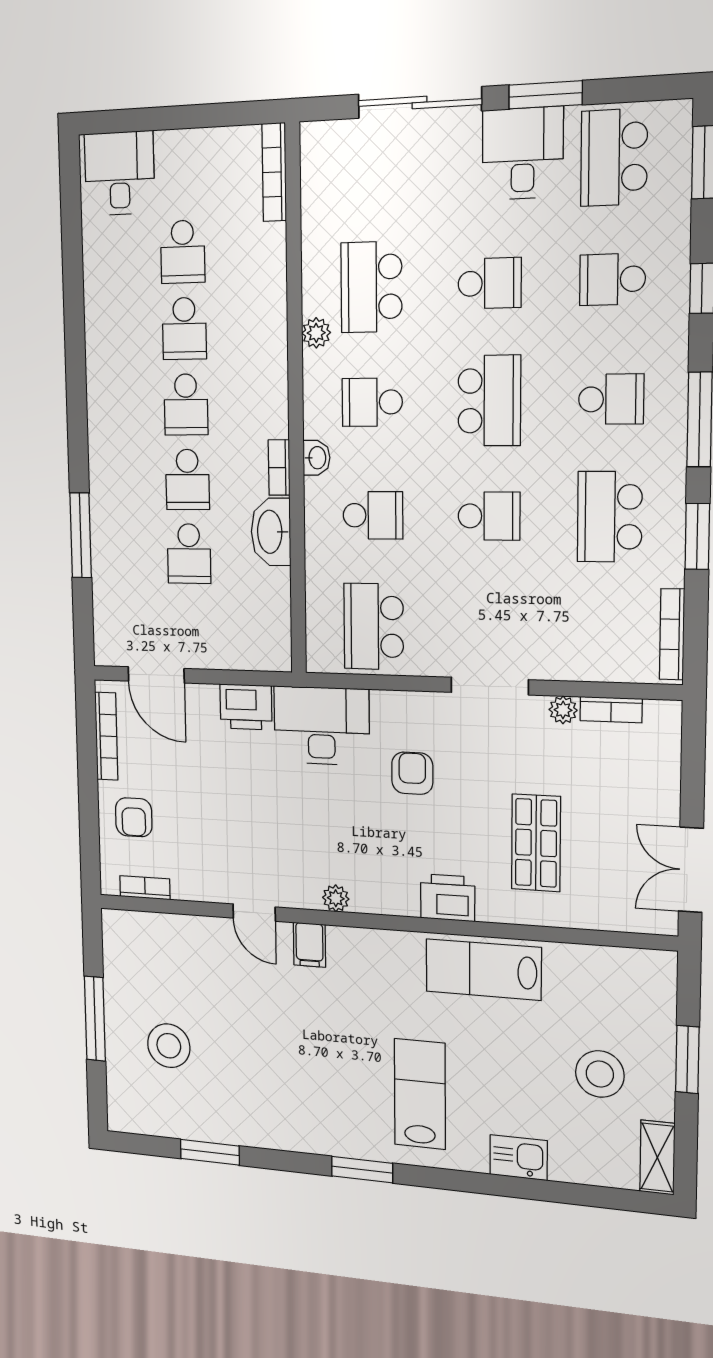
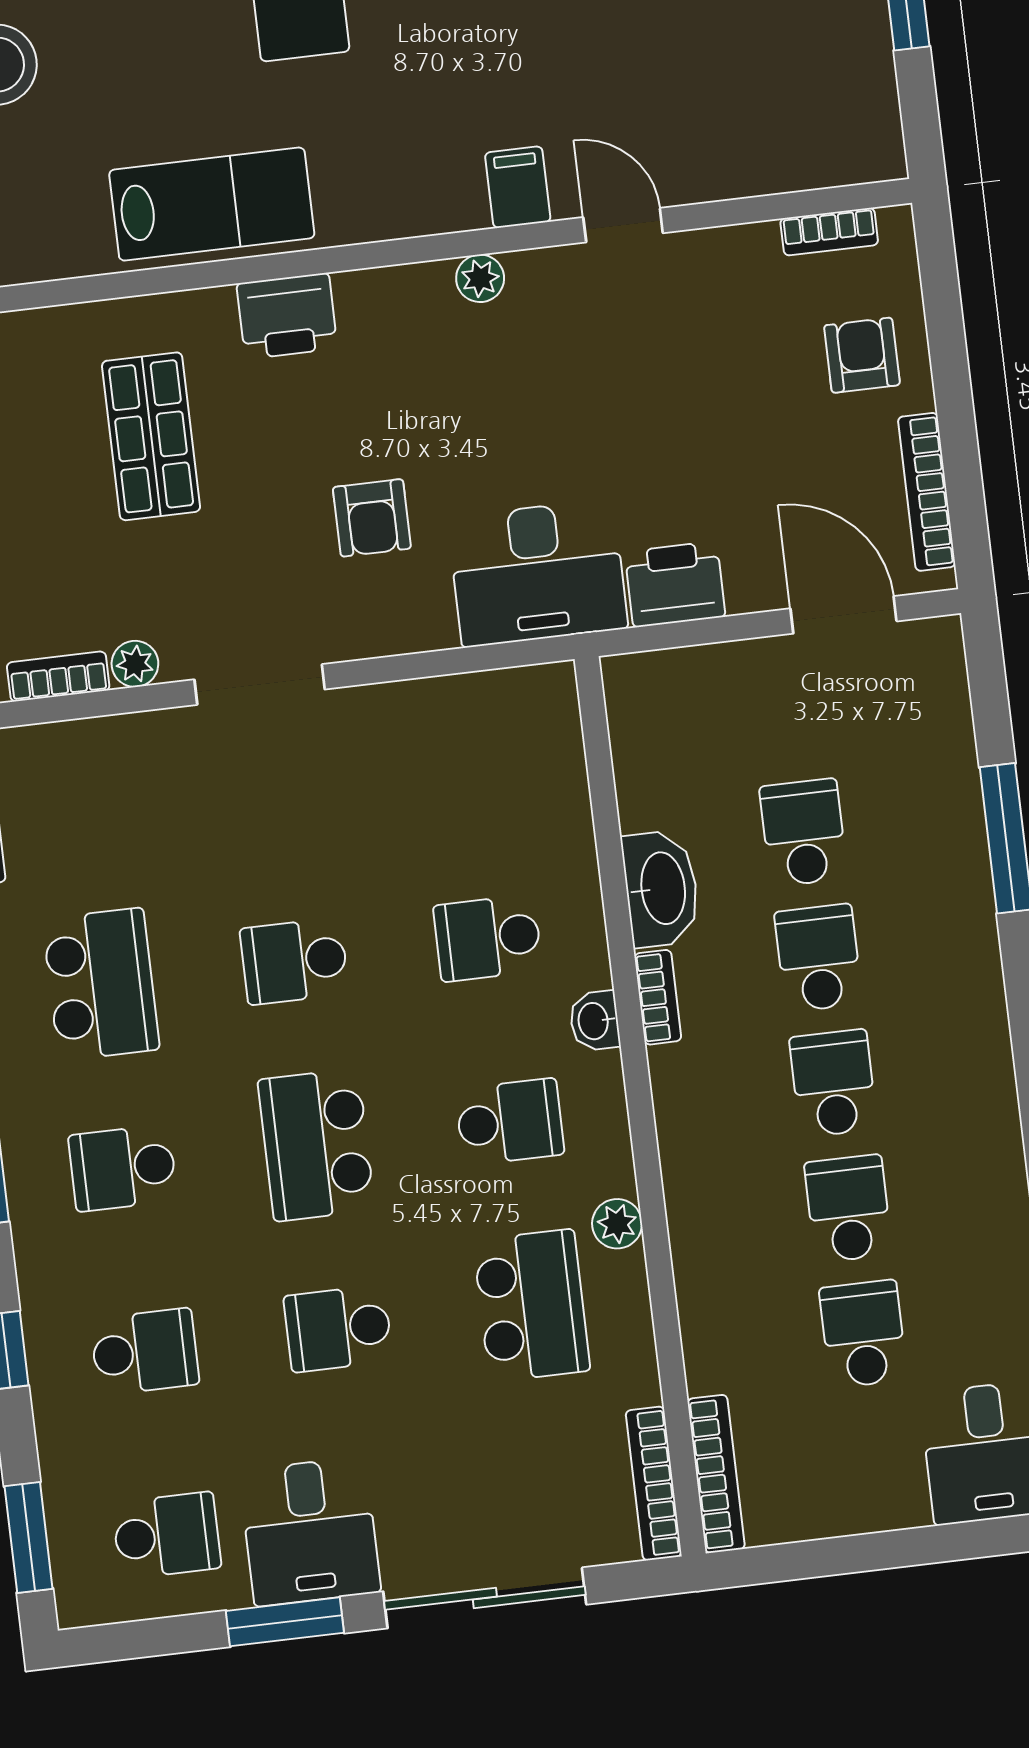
school desk: (614, 157) -> (167, 1535), width x0.54
bookcase: (311, 169) -> (654, 1483), added
school desk: (374, 626) -> (466, 754), removed

